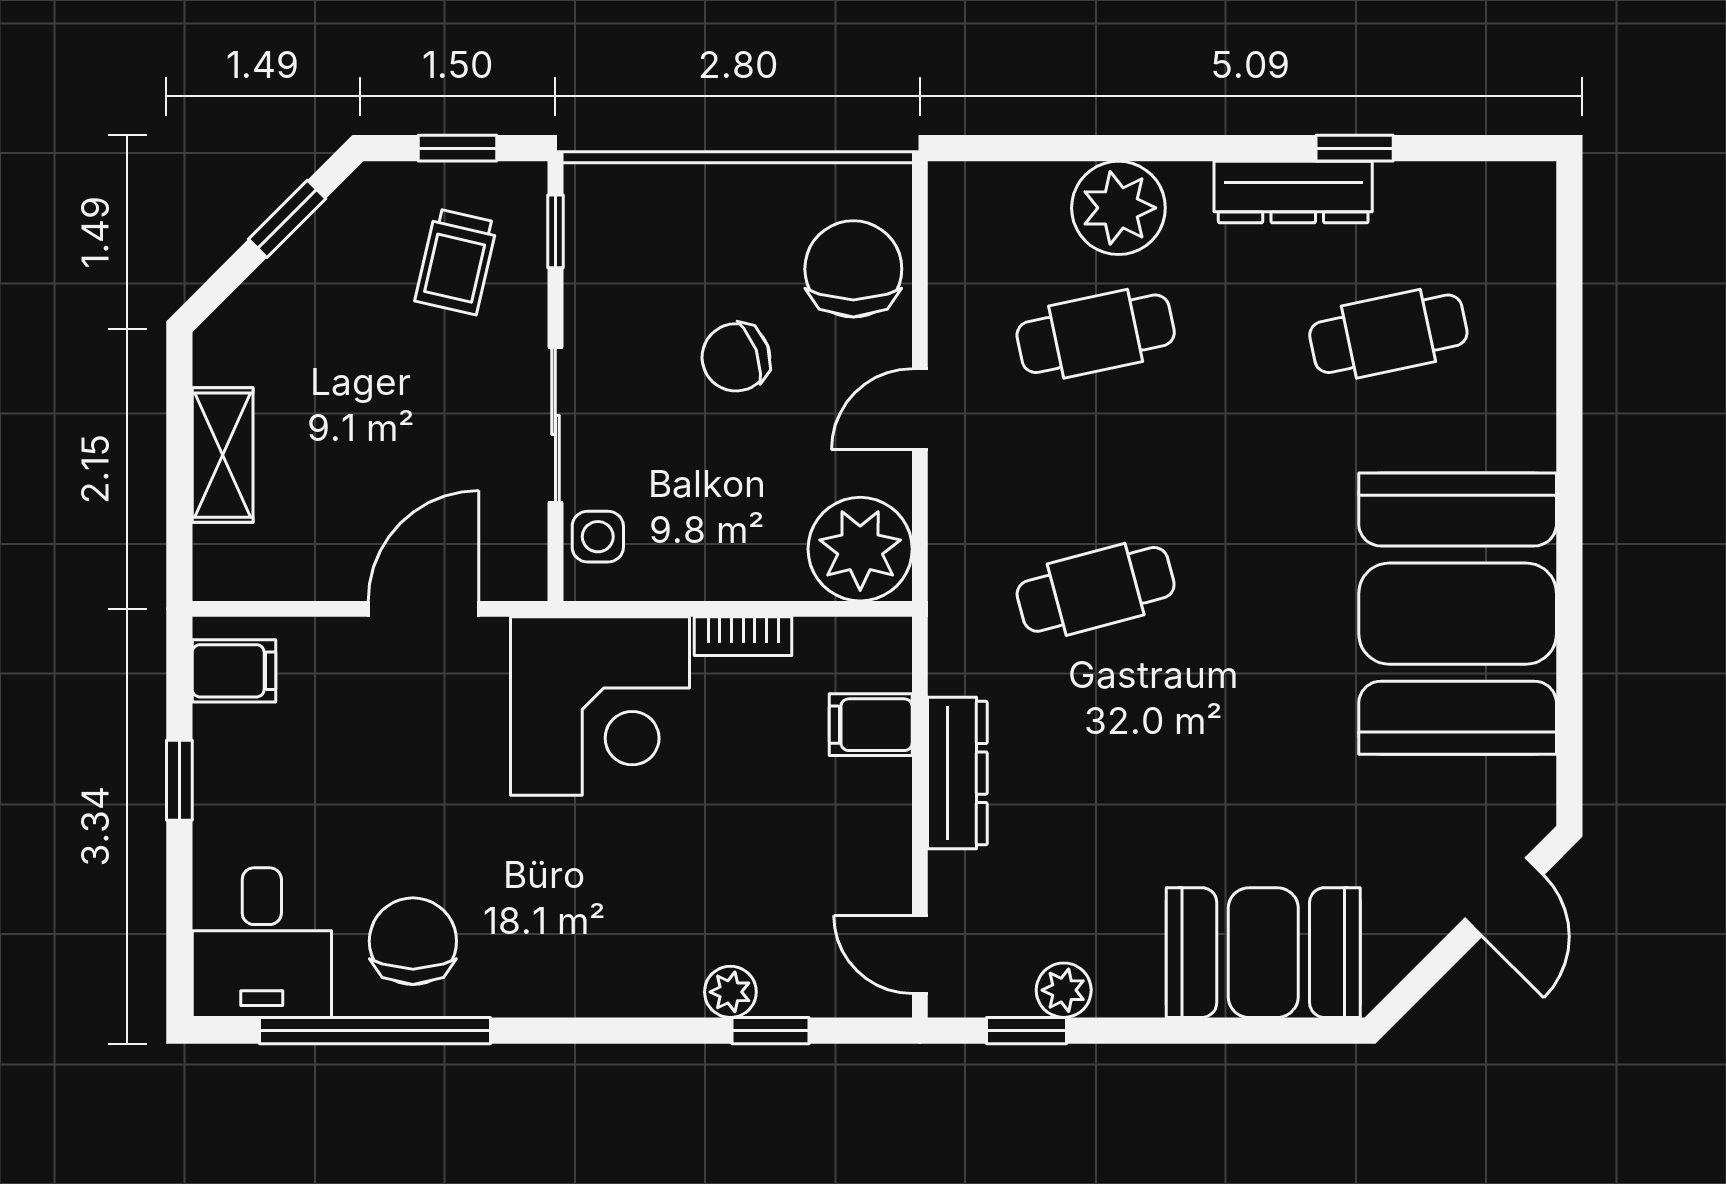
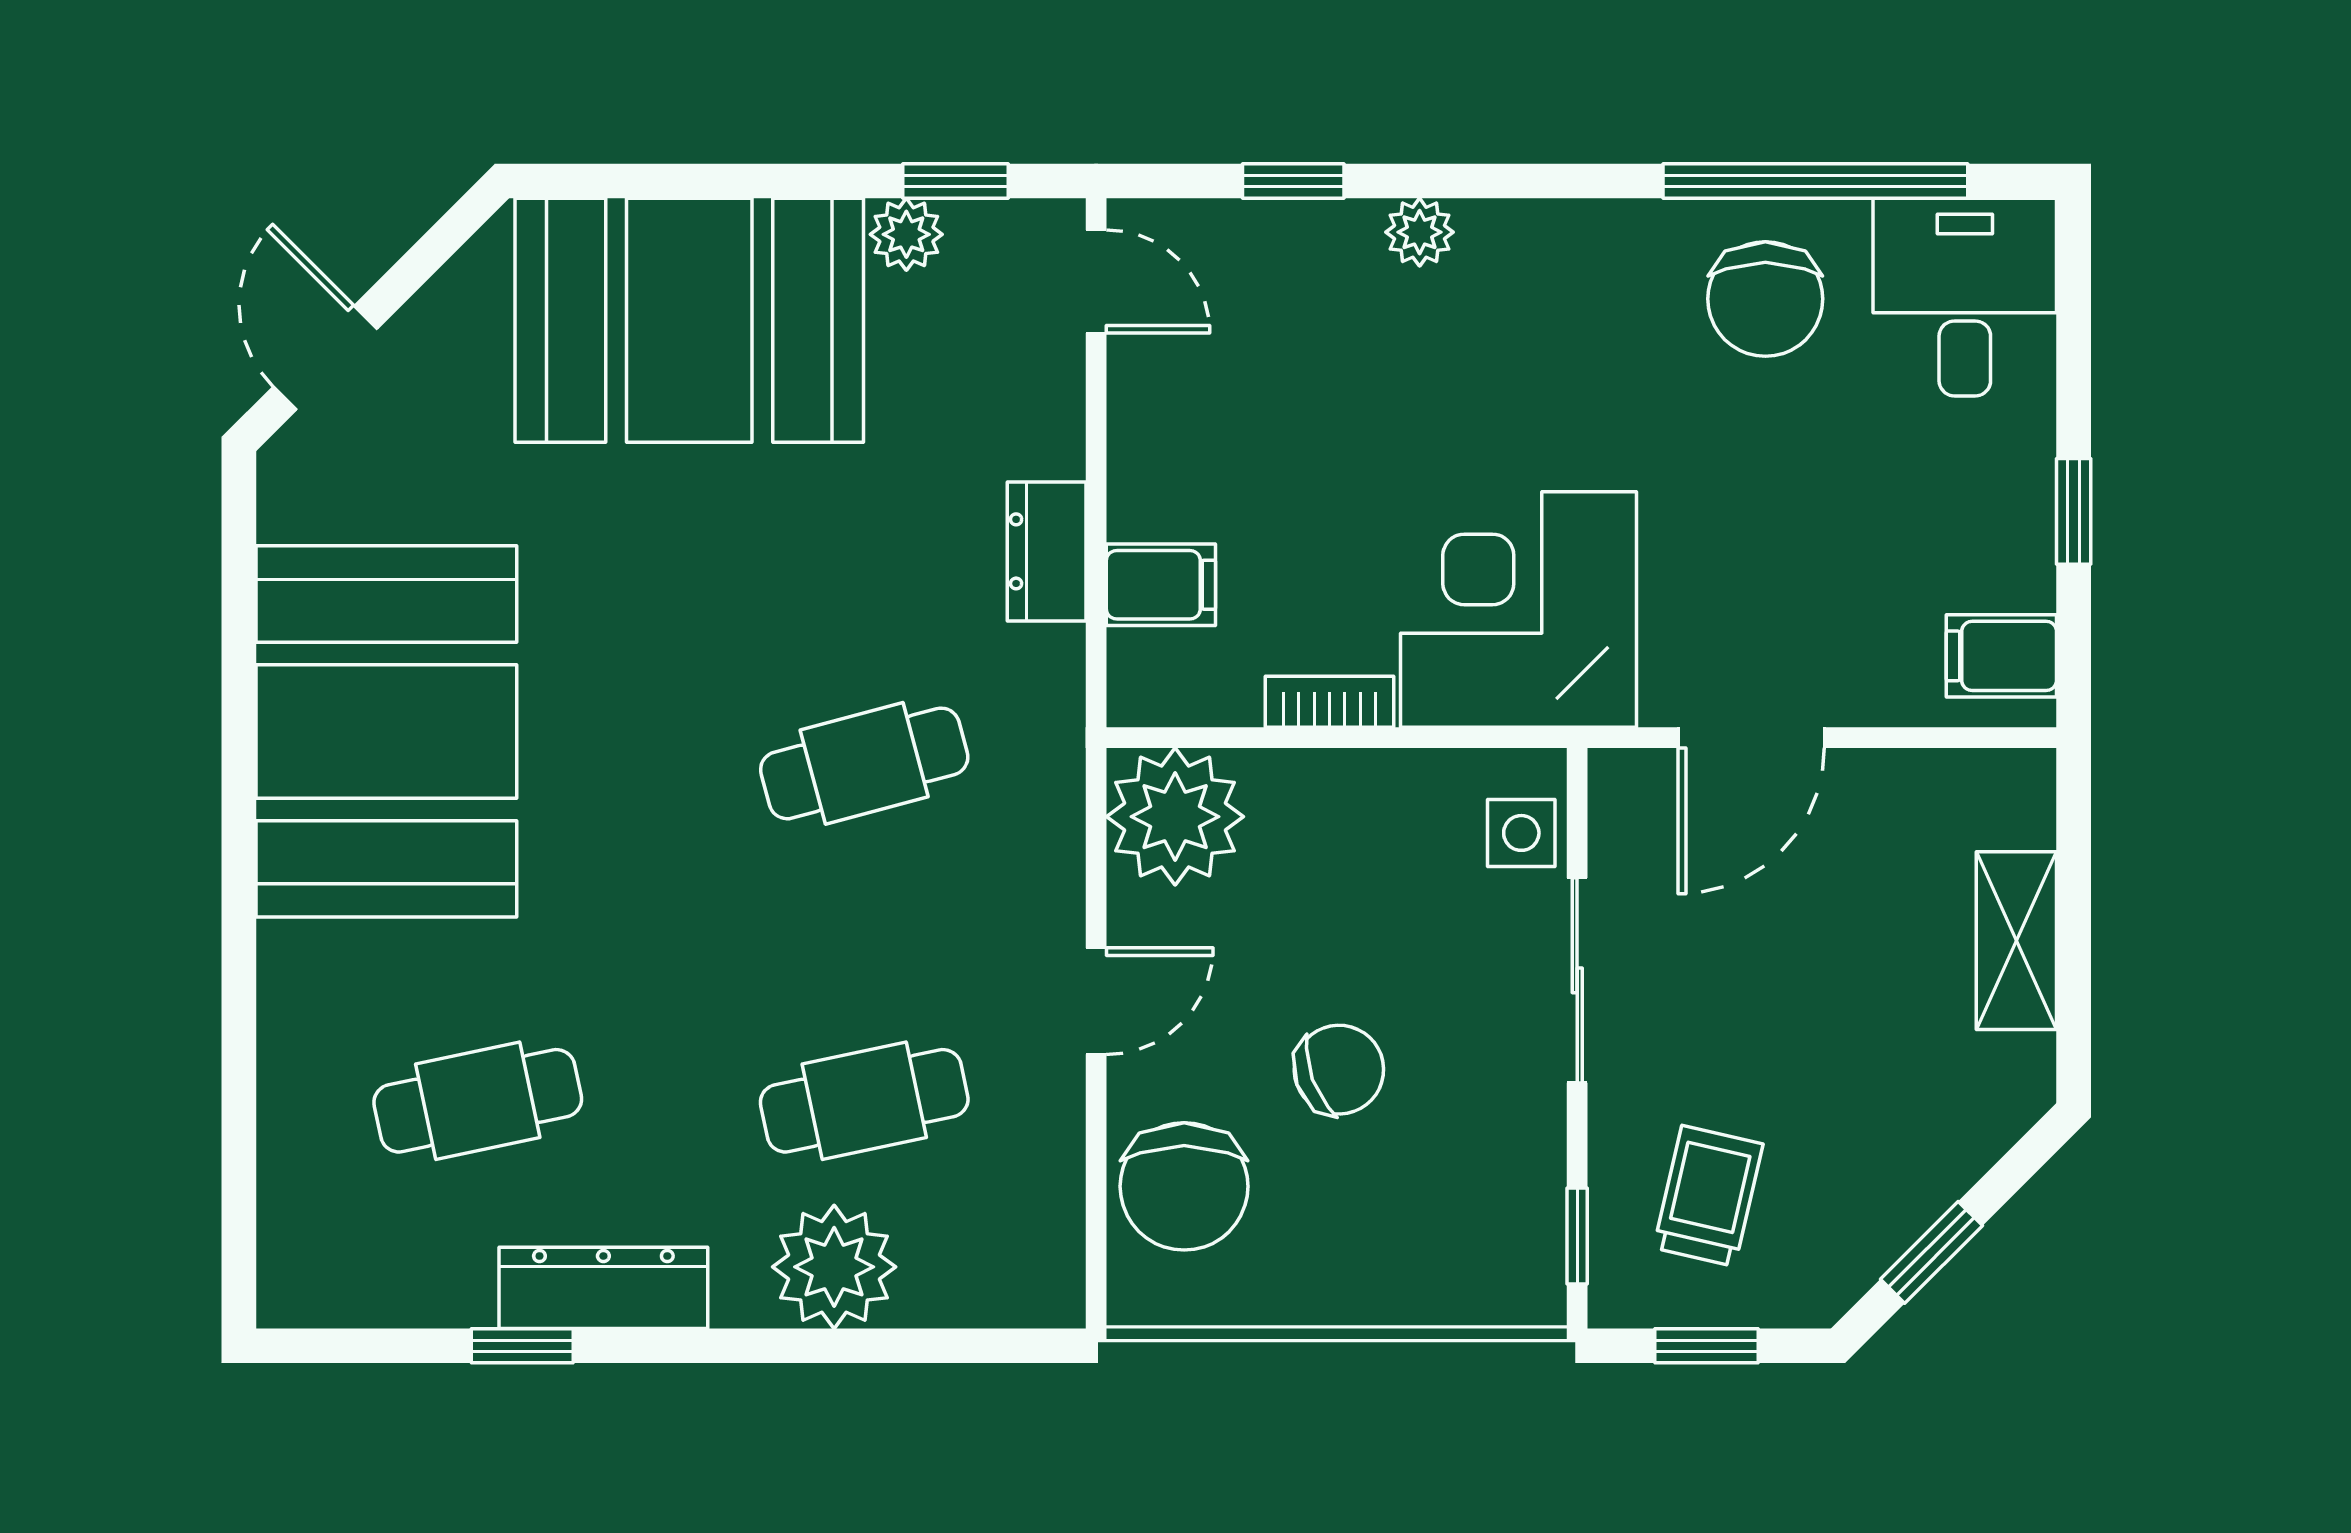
dresser: (957, 773) -> (1047, 551), width x0.70
booth: (1263, 953) -> (689, 320), width x1.36, depth x1.42
plant: (730, 992) -> (1420, 232), moved

